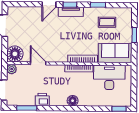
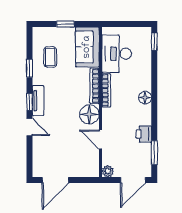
floor lamp: (15, 54) -> (89, 114), moved
door: (38, 63) -> (100, 140), hinge flipped

